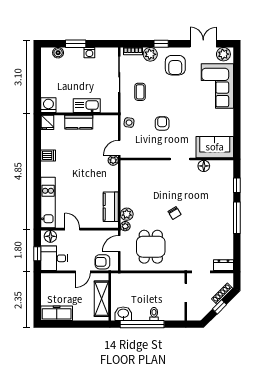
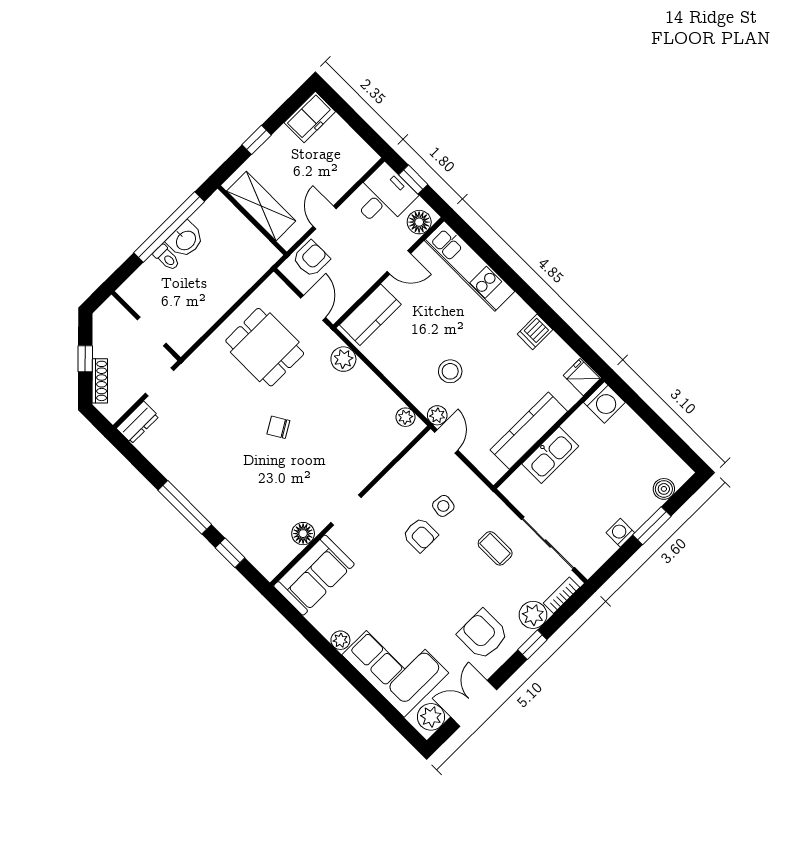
double door: (203, 44) -> (474, 703), swing flipped
plant: (229, 114) -> (340, 640), added
kitchen counter: (79, 122) -> (529, 431), width x1.50
side table: (129, 123) -> (443, 506), moved
stool: (93, 172) -> (450, 371), added
kitchen counter: (111, 207) -> (370, 315), moved, turned 90
plant: (125, 226) -> (405, 417), moved
freezer: (57, 313) -> (310, 117), width x0.71
washbasin: (123, 314) -> (185, 240), moved
window: (79, 324) -> (257, 140), added

